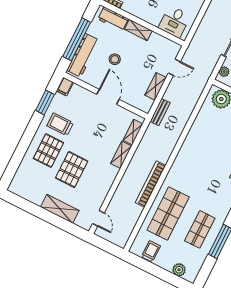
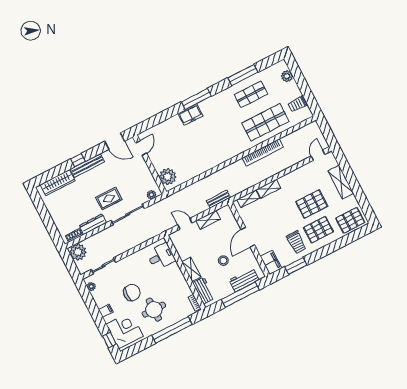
workbench: (83, 55) -> (244, 280), width x0.73
filing cabinet: (65, 87) -> (271, 262), width x2.00
pallet: (26, 180) -> (350, 220), added

